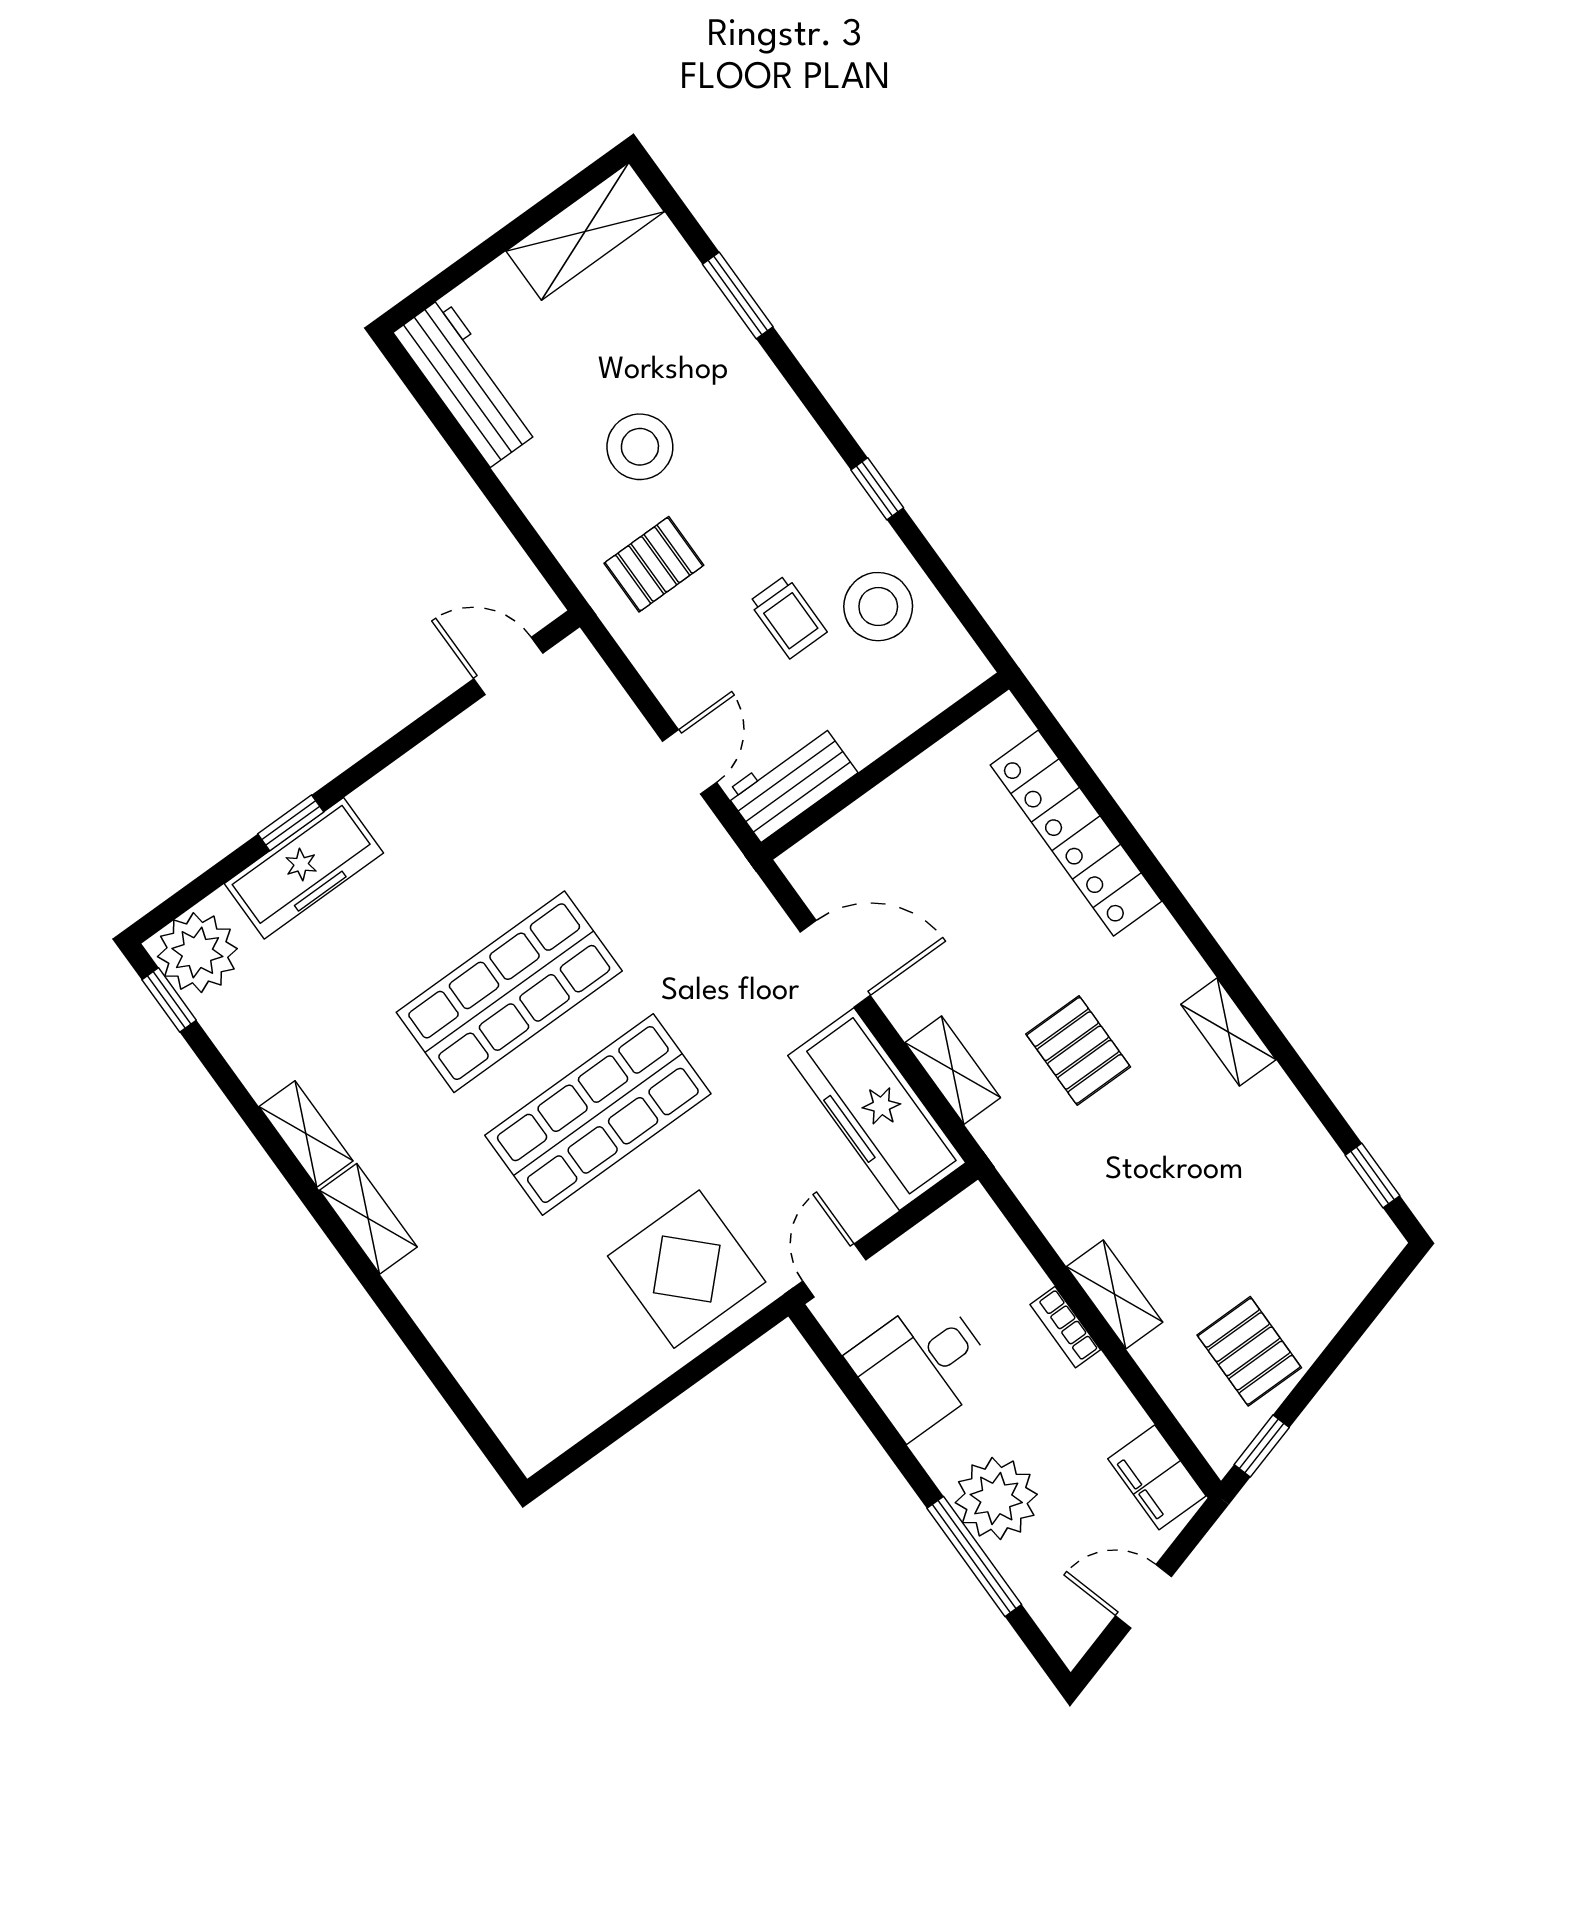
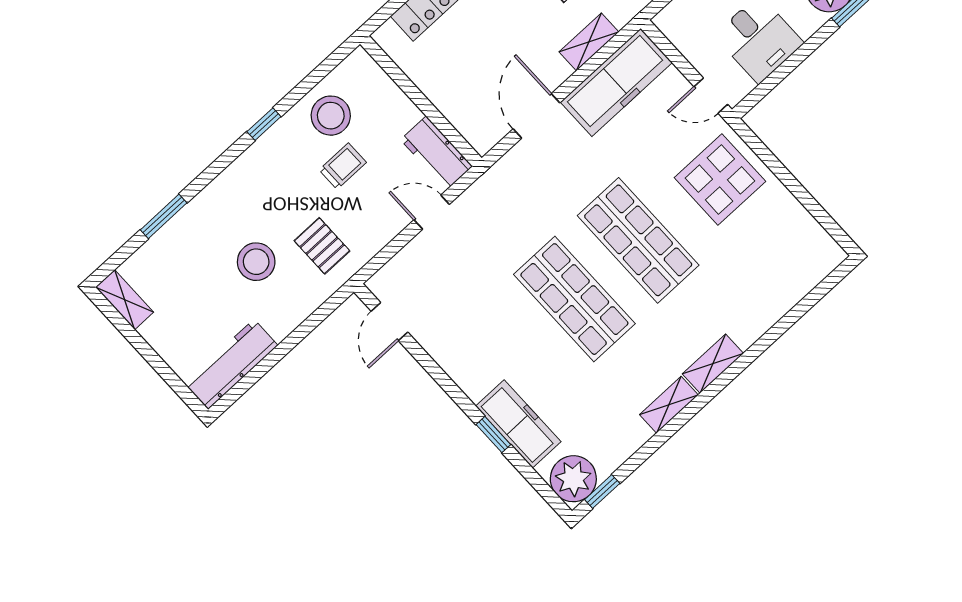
shelving: (585, 231) -> (125, 300), width x0.67, depth x0.75

